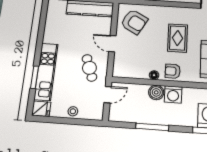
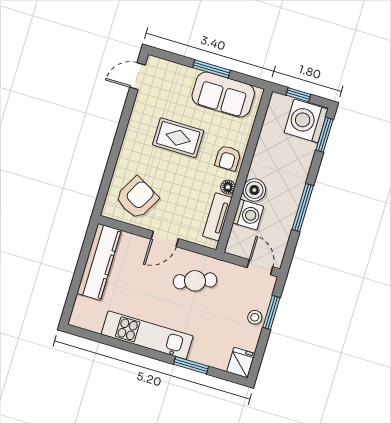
kitchen unit: (46, 72) -> (147, 335), moved
tv unit: (133, 73) -> (217, 217), added
washing machine: (173, 94) -> (248, 215), moved
door: (108, 95) -> (260, 267), moved
window: (78, 122) -> (271, 312), added

